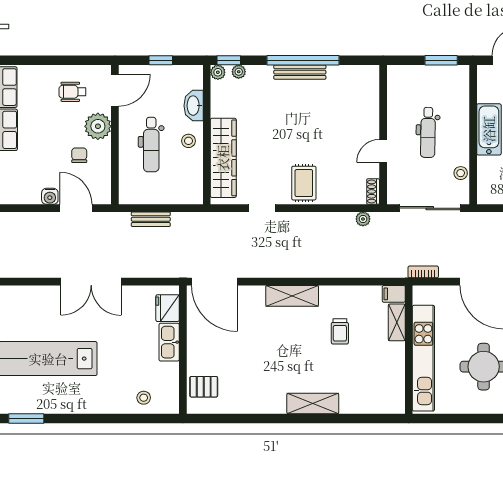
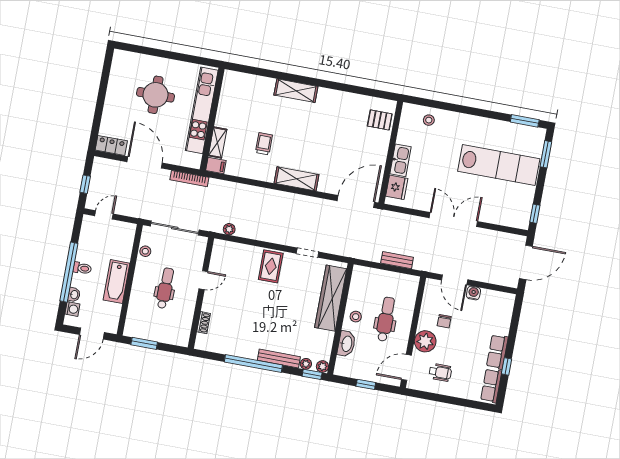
bench: (300, 72) -> (279, 359), moved
shoe rack: (373, 191) -> (204, 323), moved
bookcase: (423, 272) -> (189, 179), width x1.56
door: (214, 282) -> (356, 201), hinge flipped

